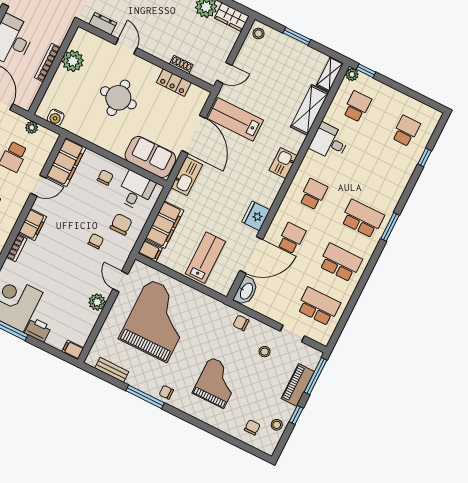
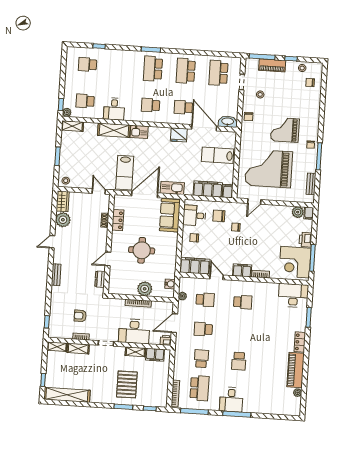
plant: (73, 61) -> (145, 289), moved
shelving: (310, 110) -> (114, 130), moved
plant: (97, 302) -> (298, 212), moved
grand piano: (217, 383) -> (285, 130), moved

